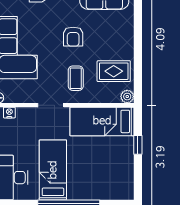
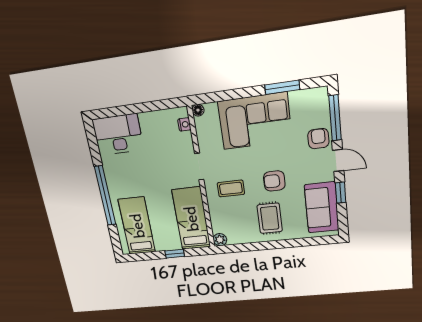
rug: (114, 71) -> (270, 218), moved
bed: (53, 170) -> (137, 226), moved, turned -90

